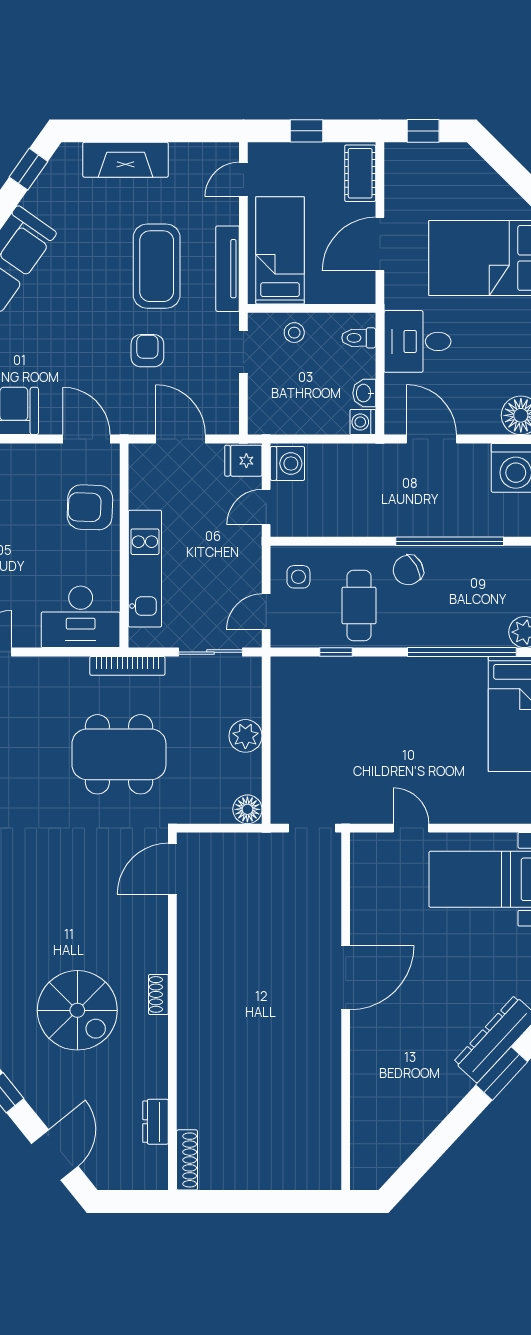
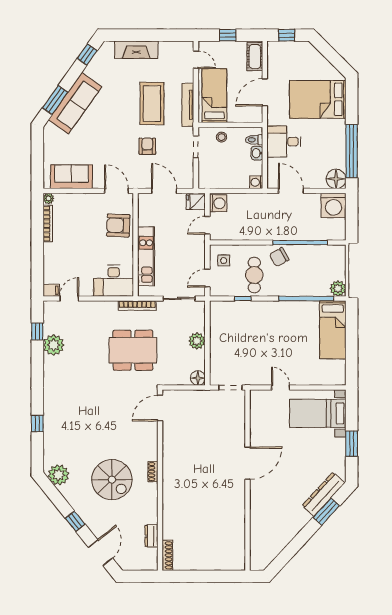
door: (243, 179) -> (196, 60), swing flipped
washbasin: (364, 393) -> (257, 153), moved

